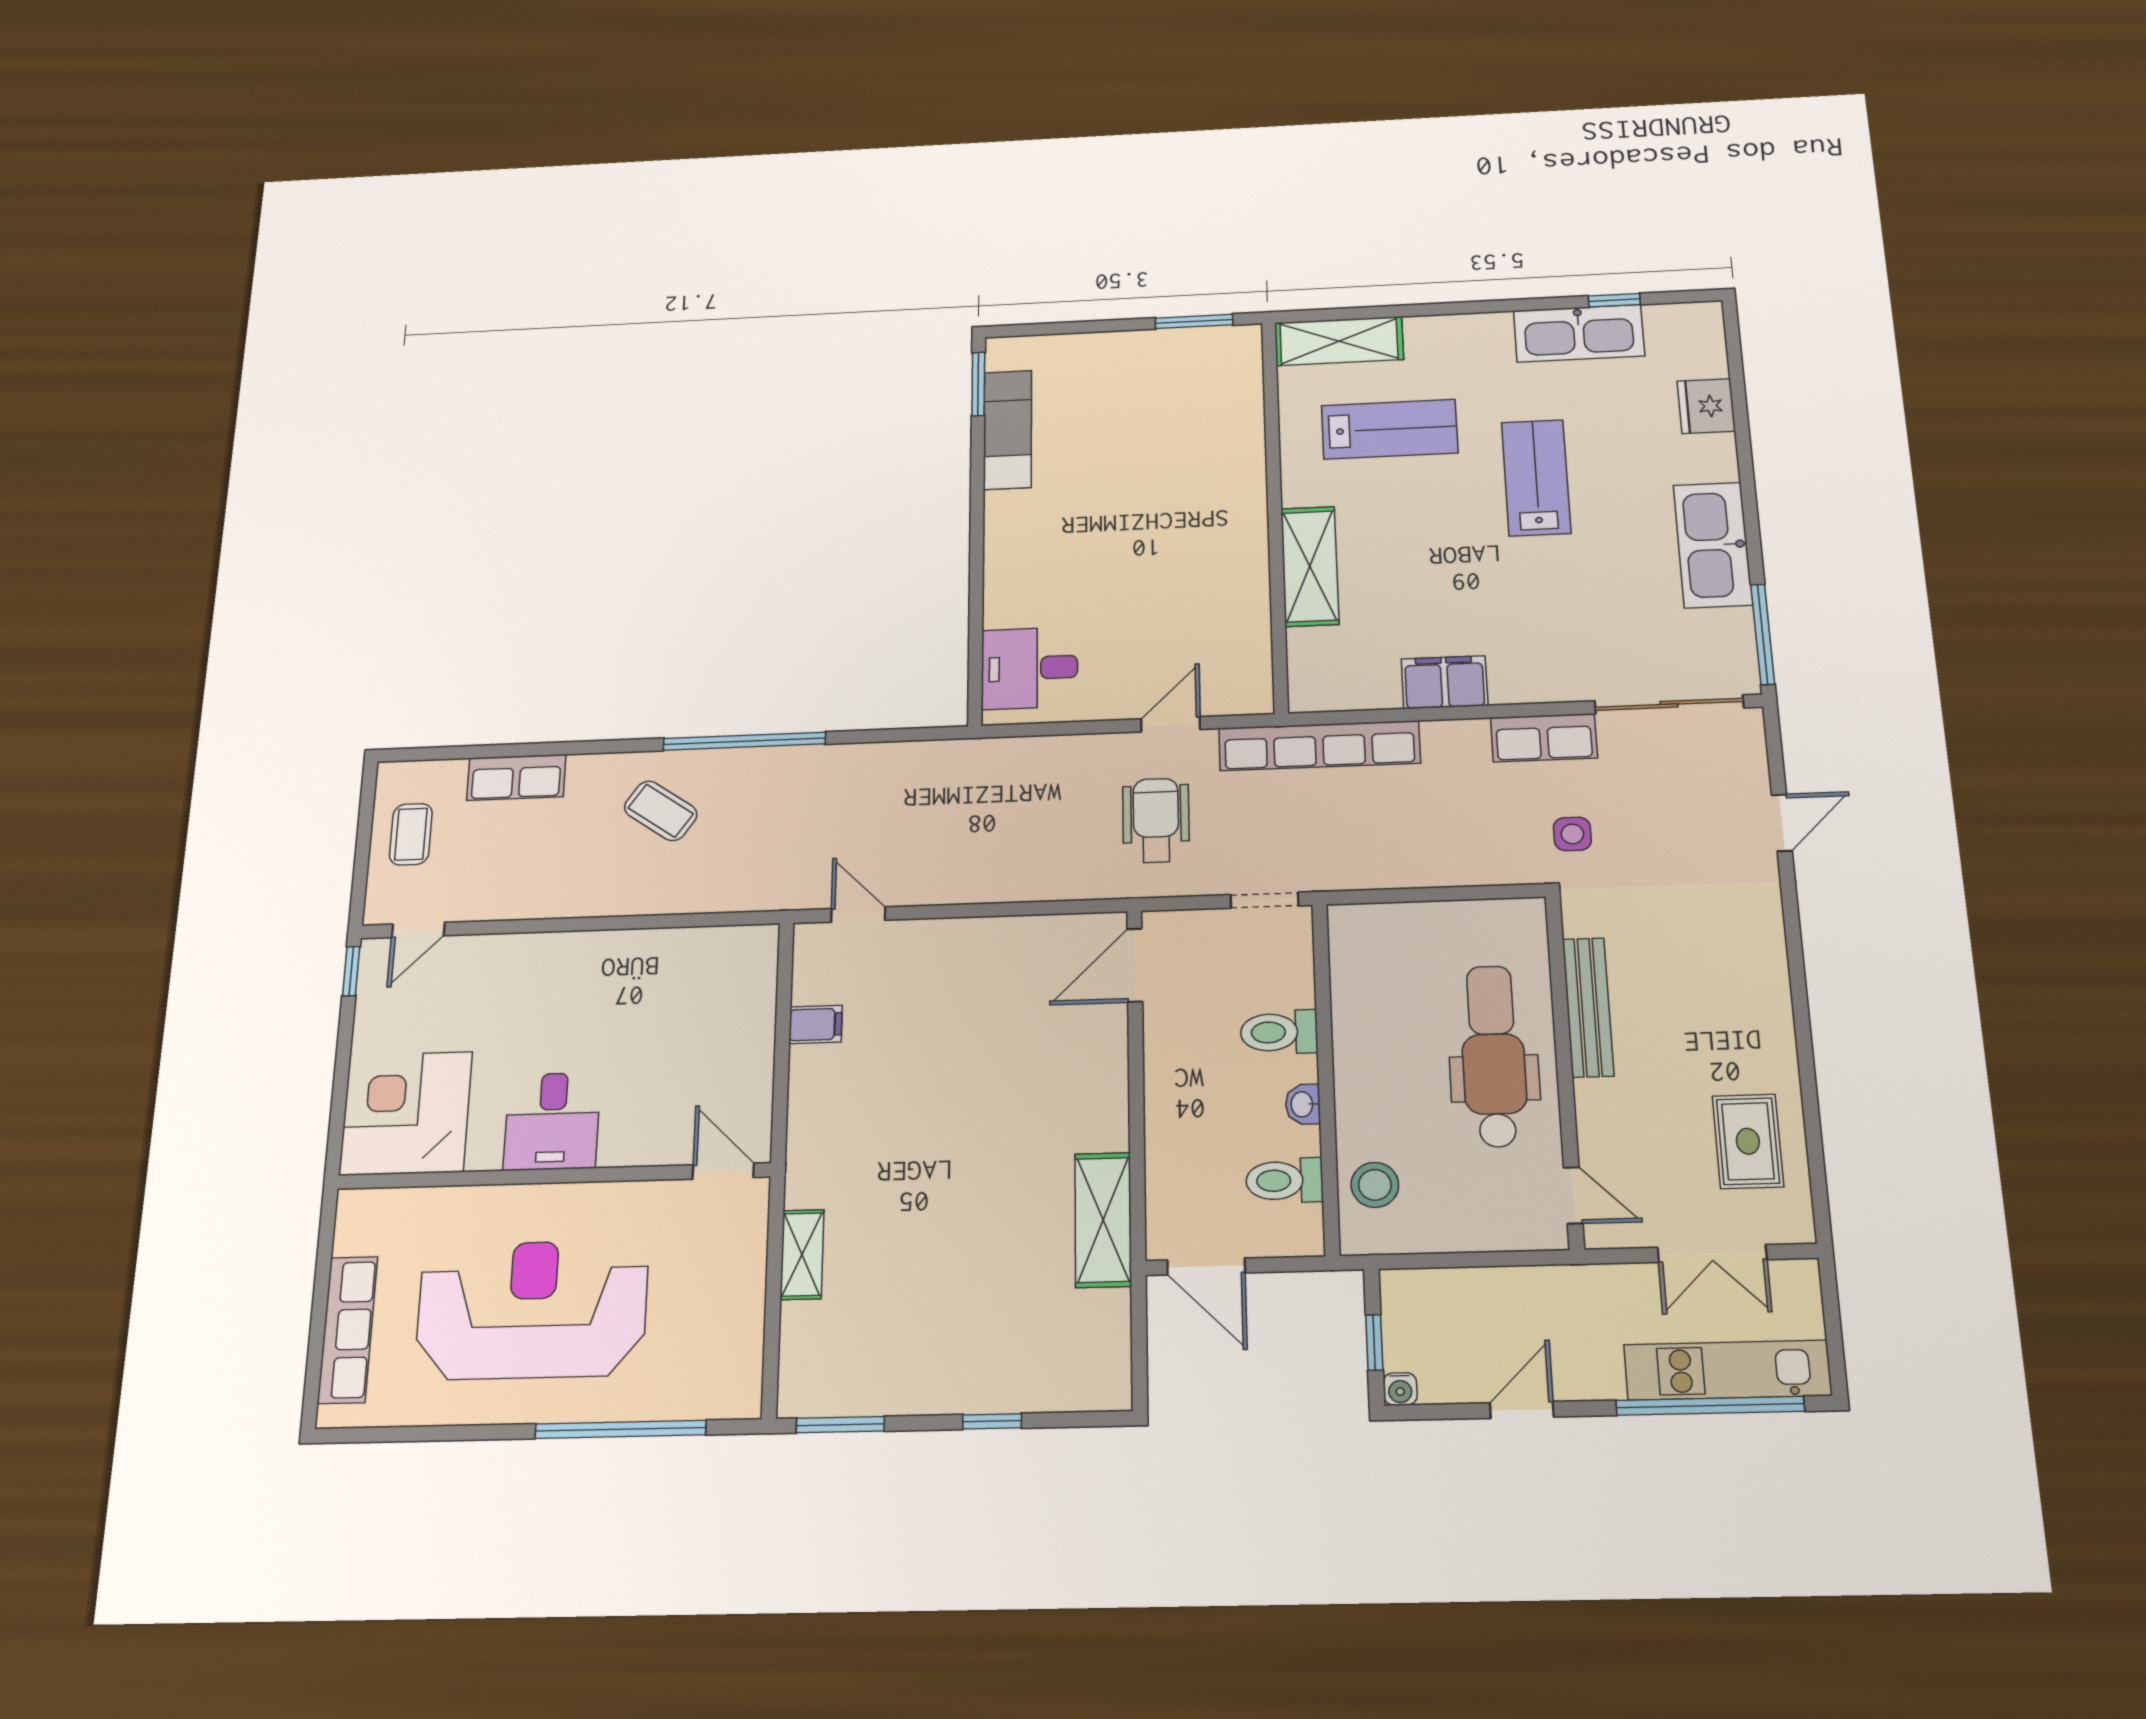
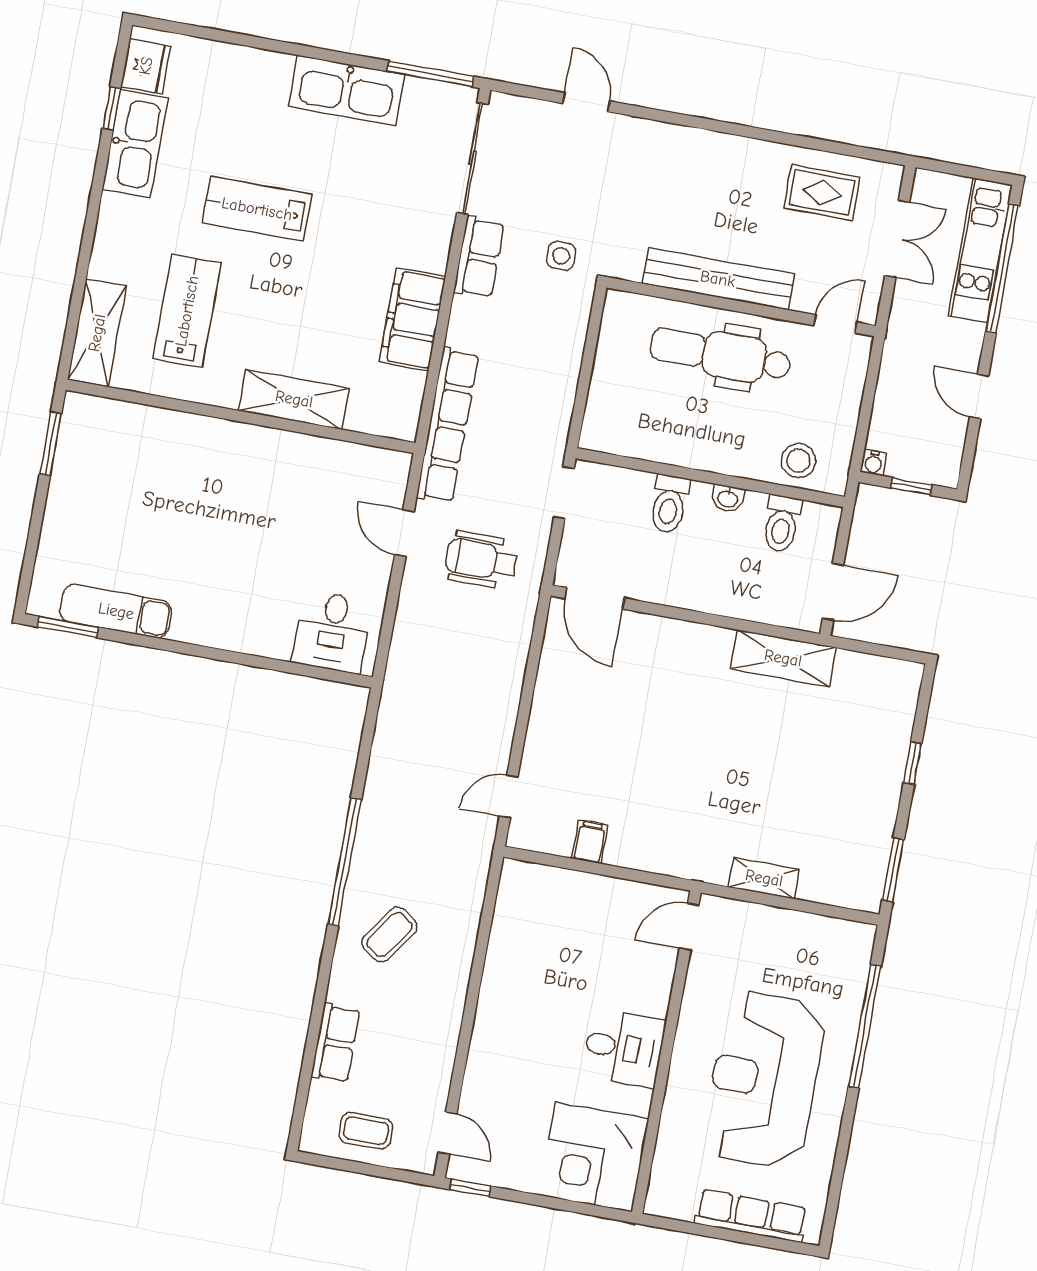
fridge: (1706, 406) -> (146, 66), moved, turned -90
filing cabinet: (1445, 682) -> (413, 319), width x1.50, depth x1.17
bench: (1588, 1007) -> (718, 279), width x1.37, depth x1.21
water cooler: (1400, 1389) -> (873, 463), moved, turned 90

